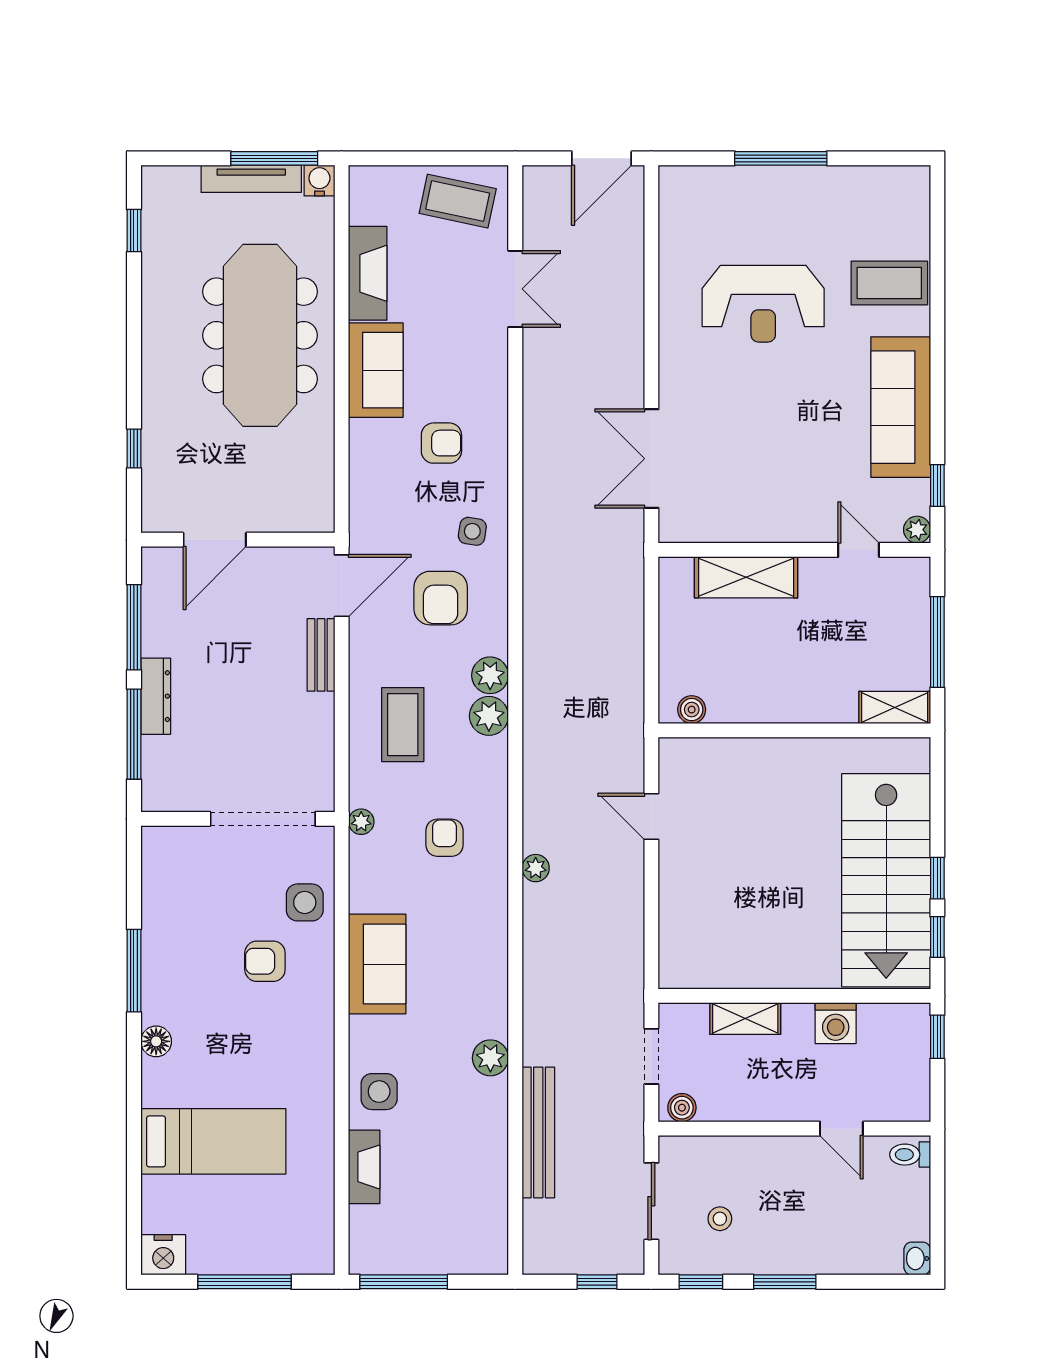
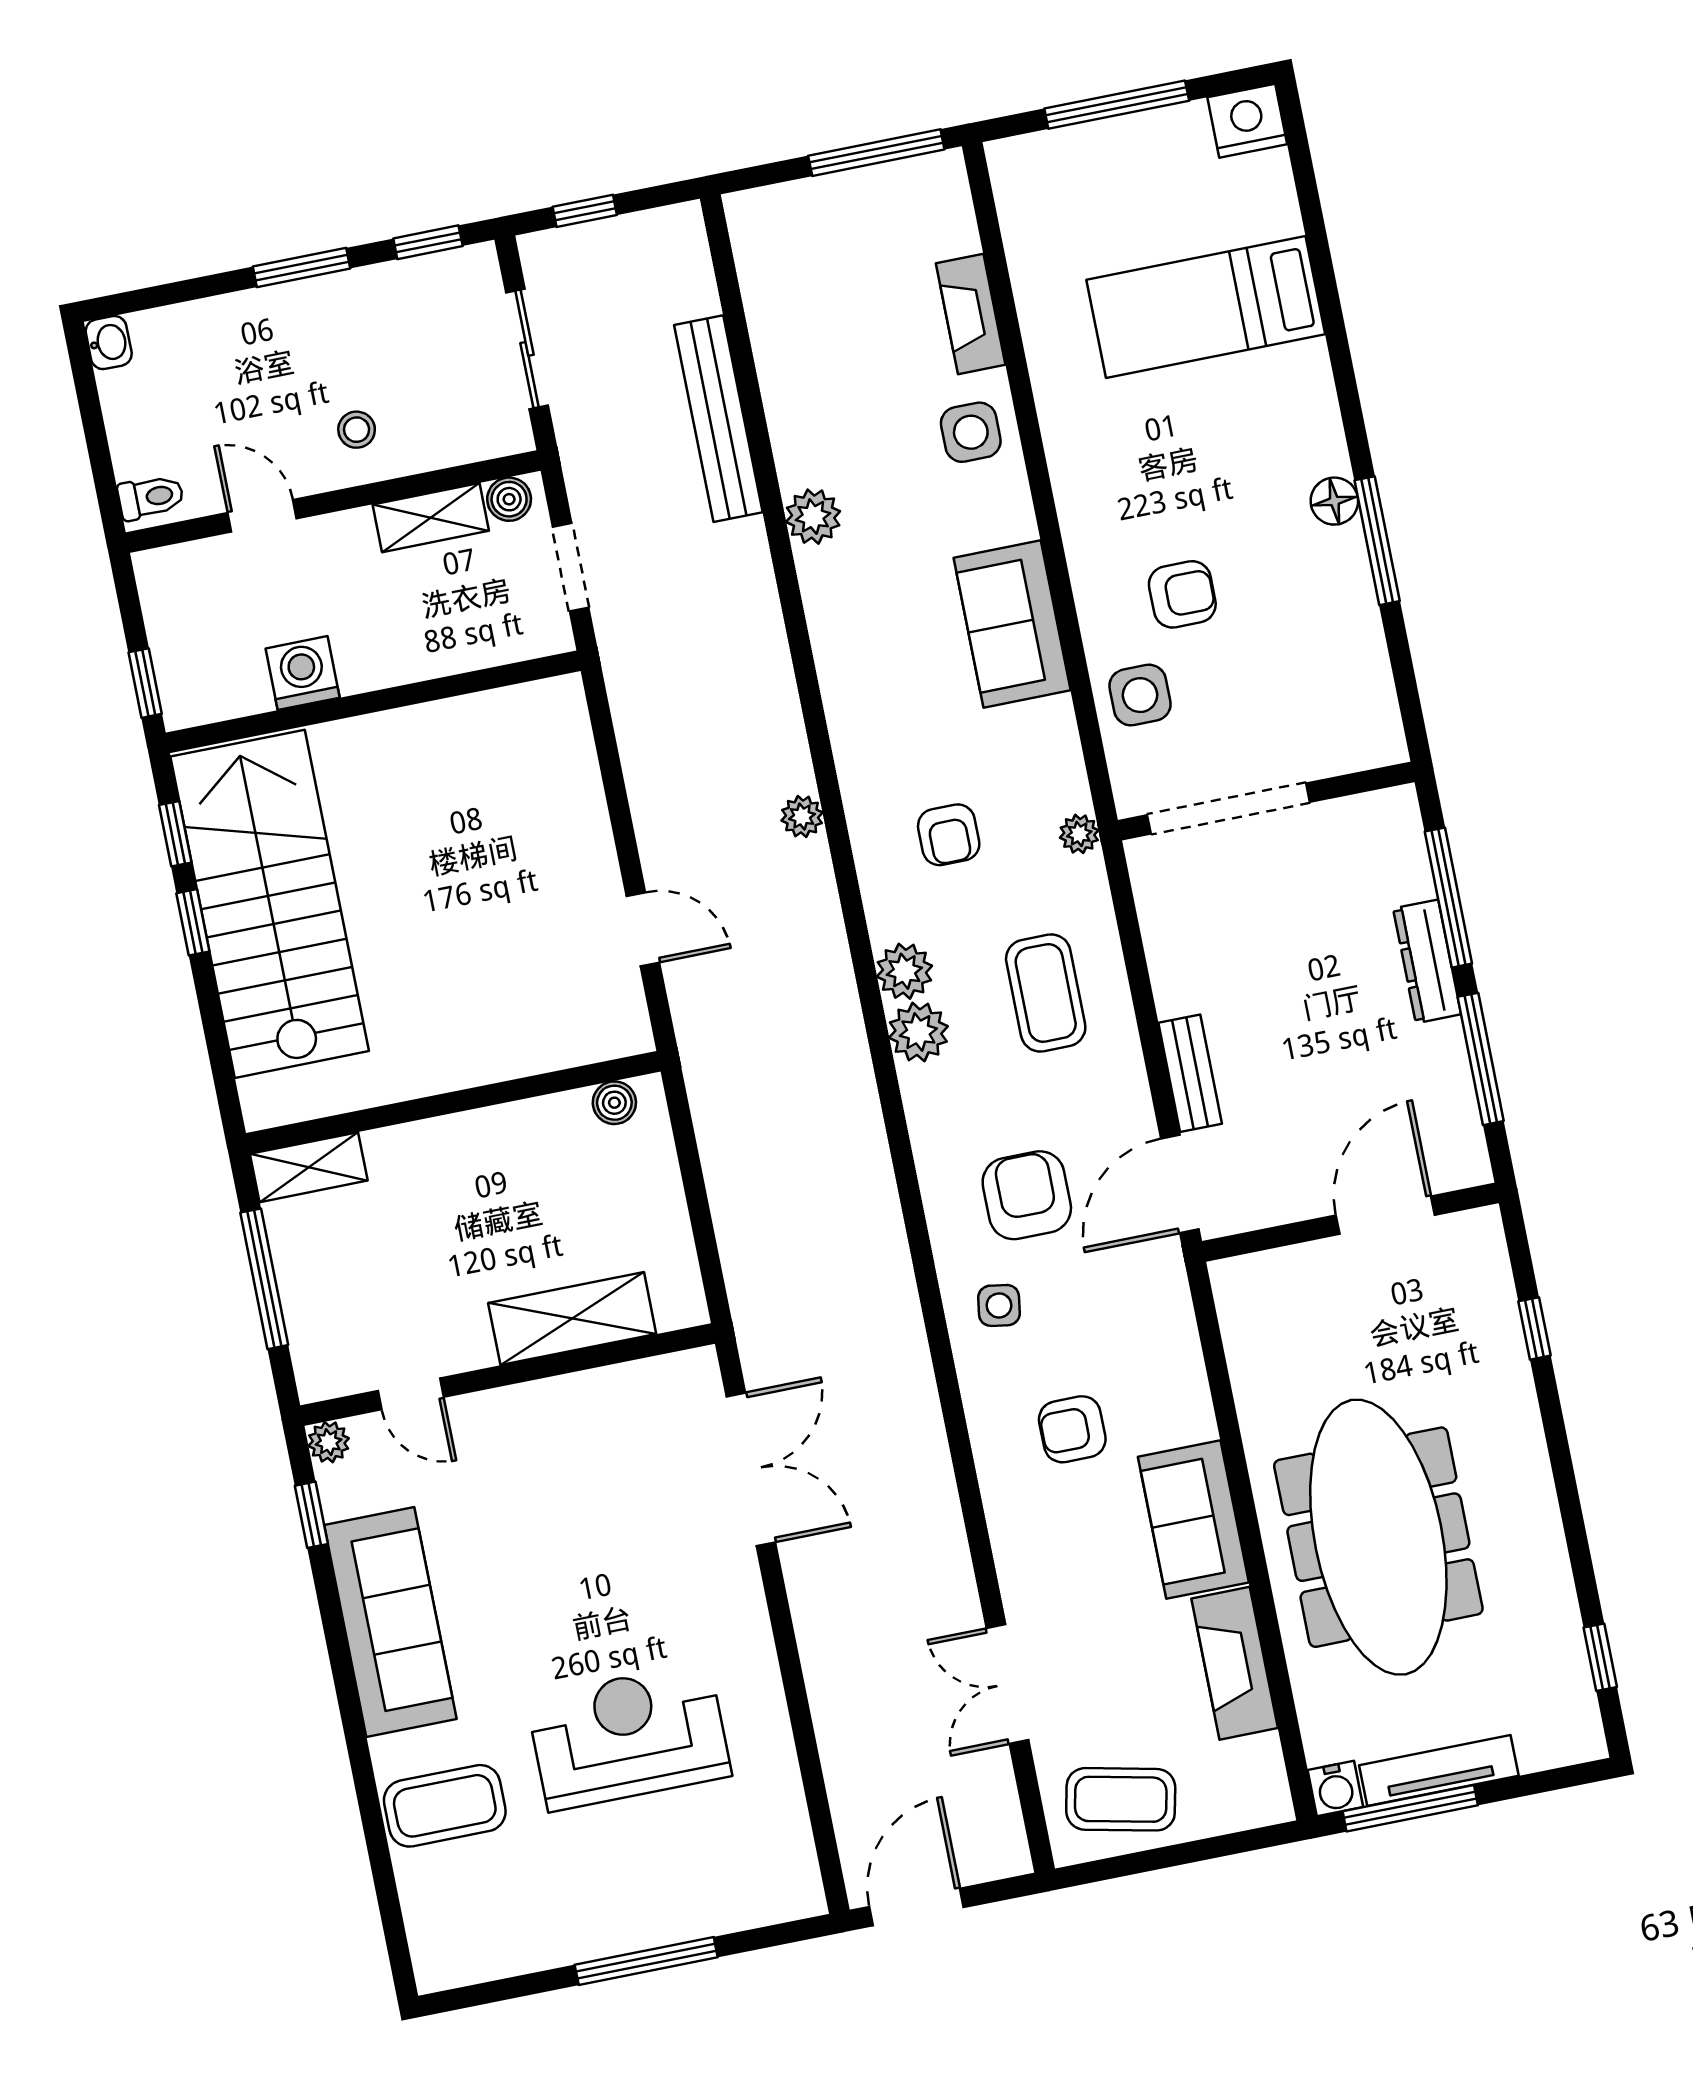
plant: (490, 675) -> (904, 971), moved
shelving: (745, 1019) -> (431, 518), moved
floor lamp: (156, 1041) -> (1334, 501), moved
stool: (720, 1219) -> (357, 430), moved

